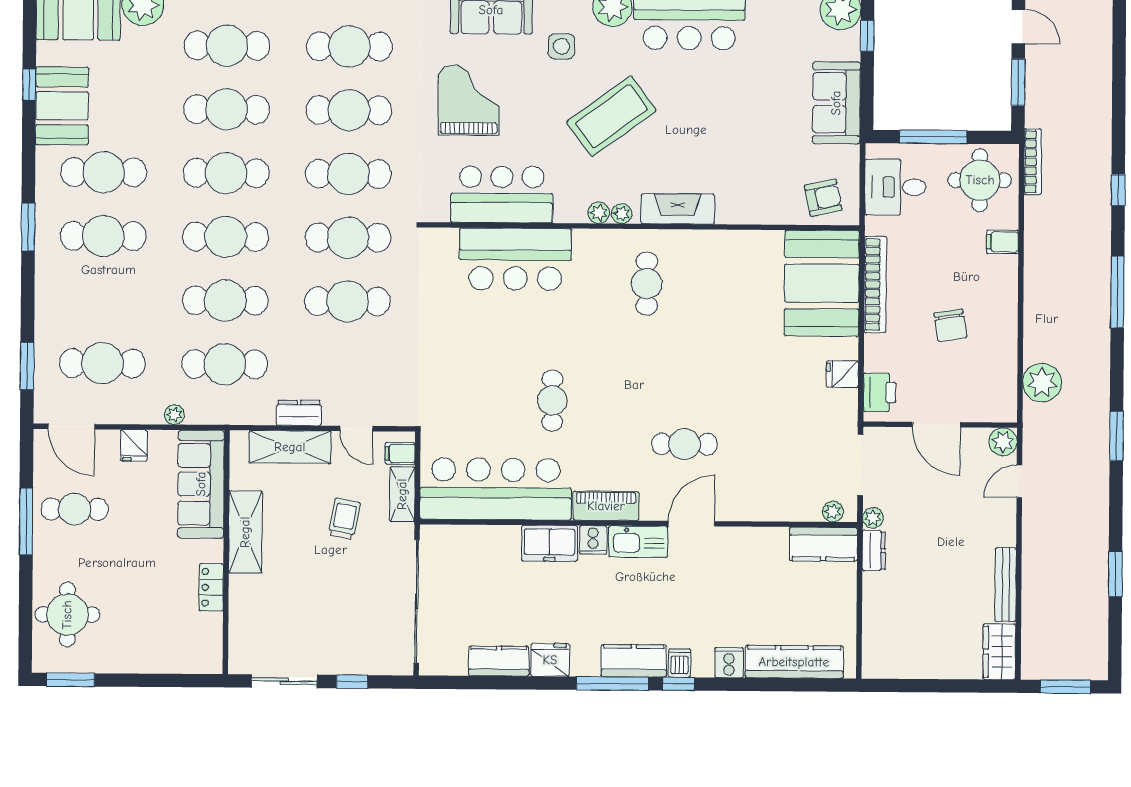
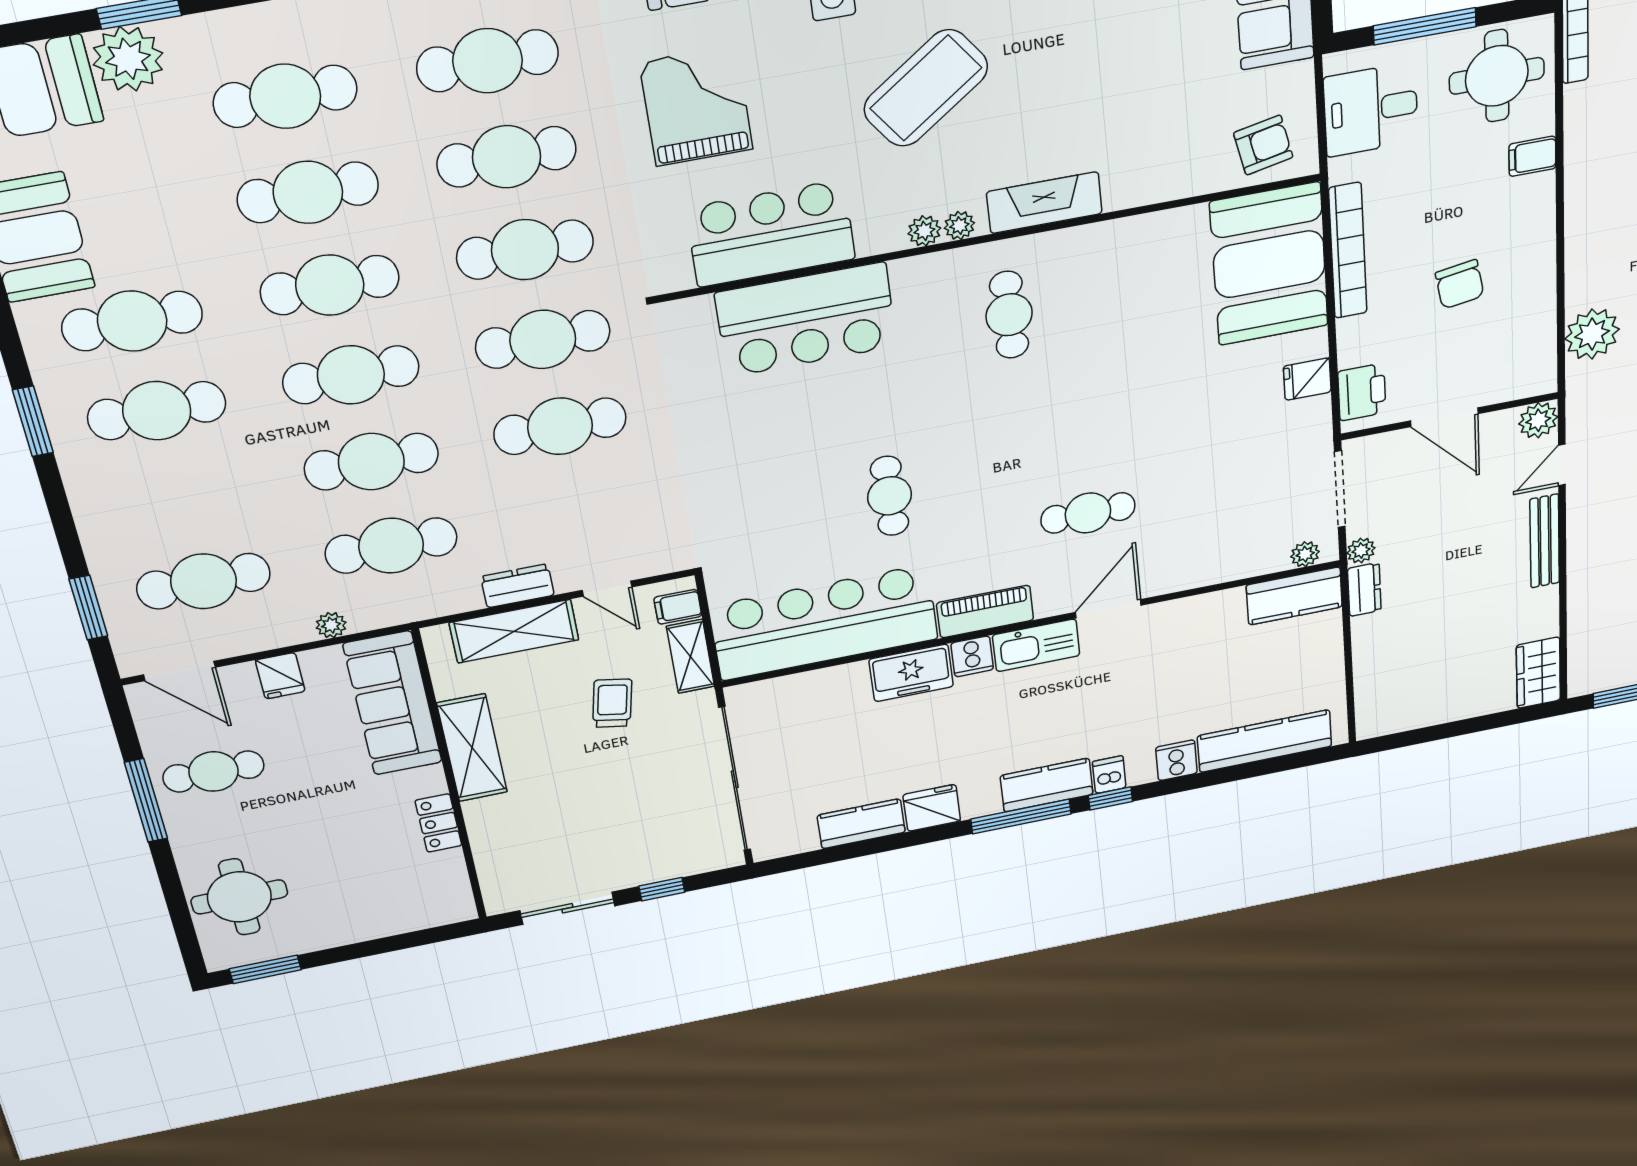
bench: (1006, 585) -> (1545, 541), moved

